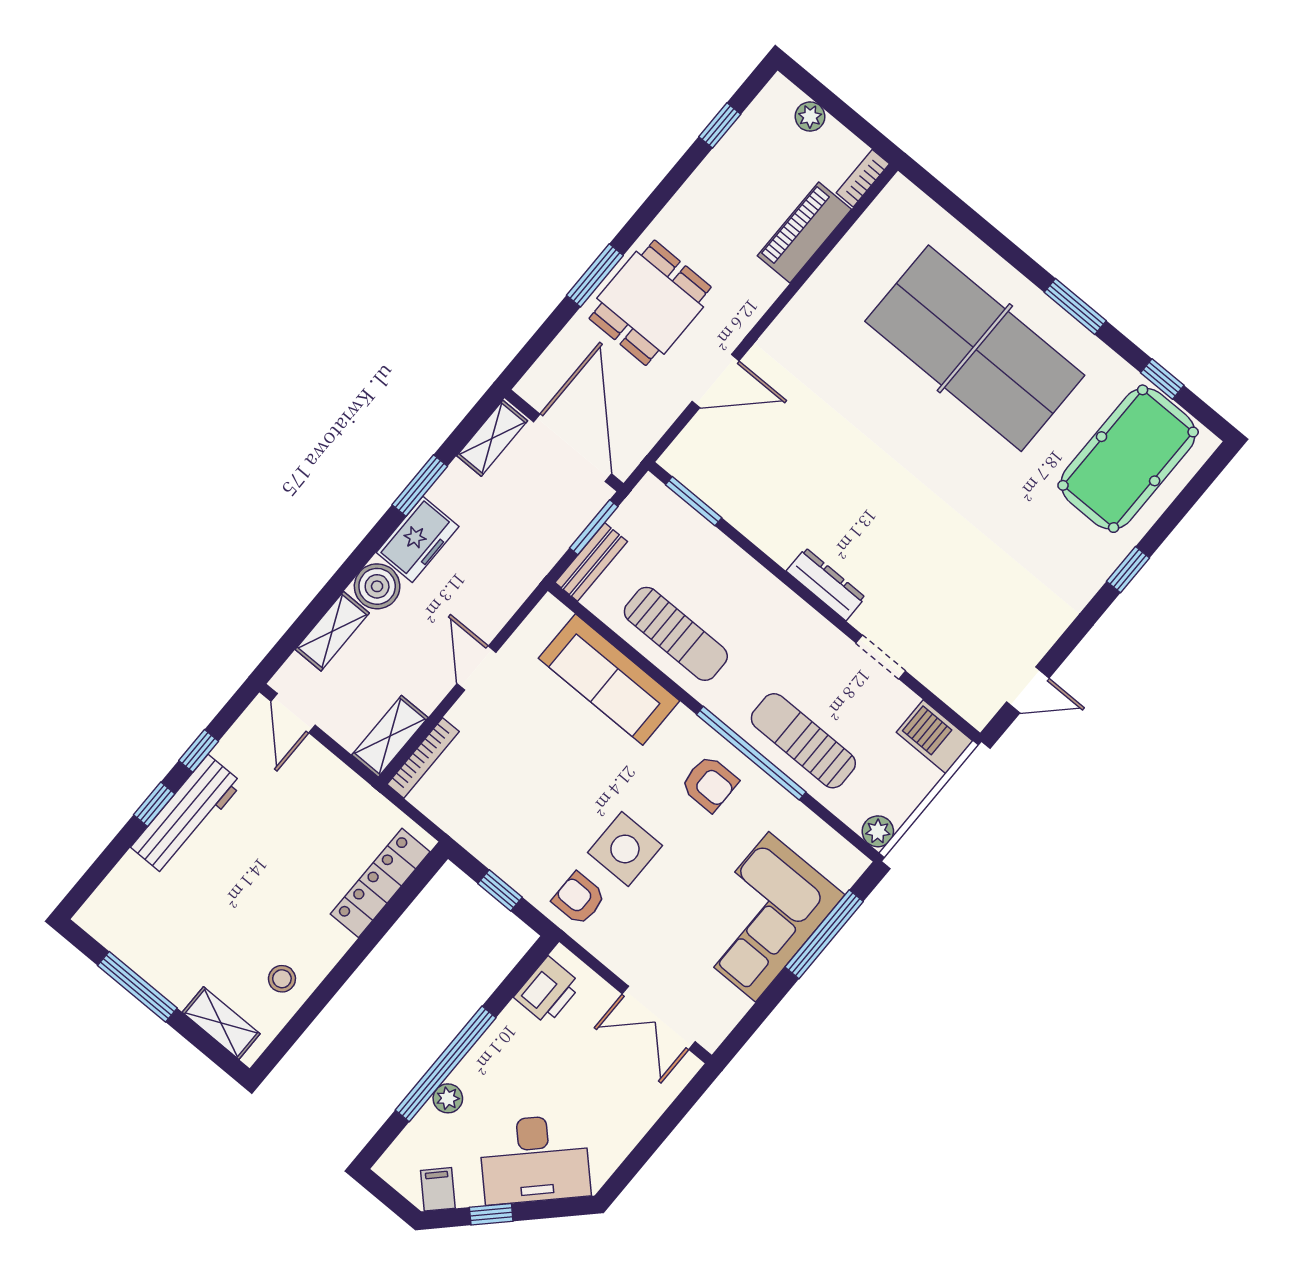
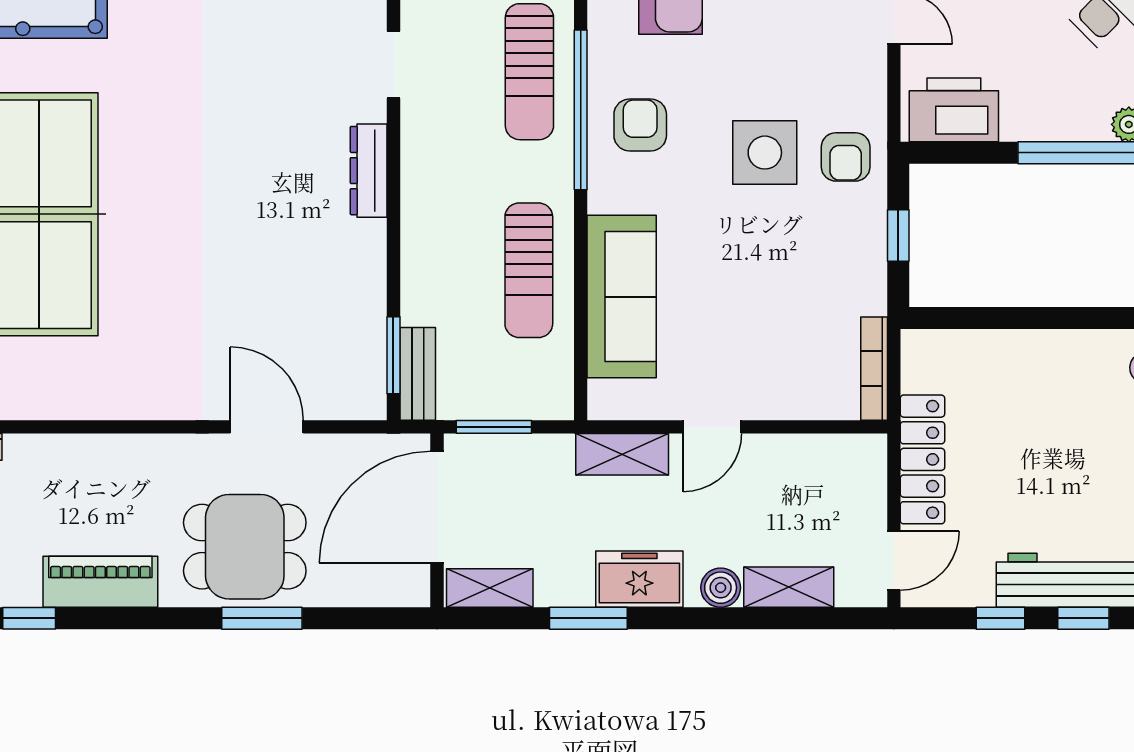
piano: (804, 232) -> (100, 582), moved, turned 180
bench: (591, 562) -> (418, 374), moved, turned 90
boiler: (377, 586) -> (721, 588), width x0.73, depth x0.73
sun lounger: (676, 634) -> (529, 270), turned 180
shelving: (390, 736) -> (622, 454), moved
bookcase: (423, 758) -> (874, 369), moved, turned -90
locker: (380, 883) -> (922, 459), moved, turned -90
printer: (548, 991) -> (954, 110), width x1.37, depth x1.19

